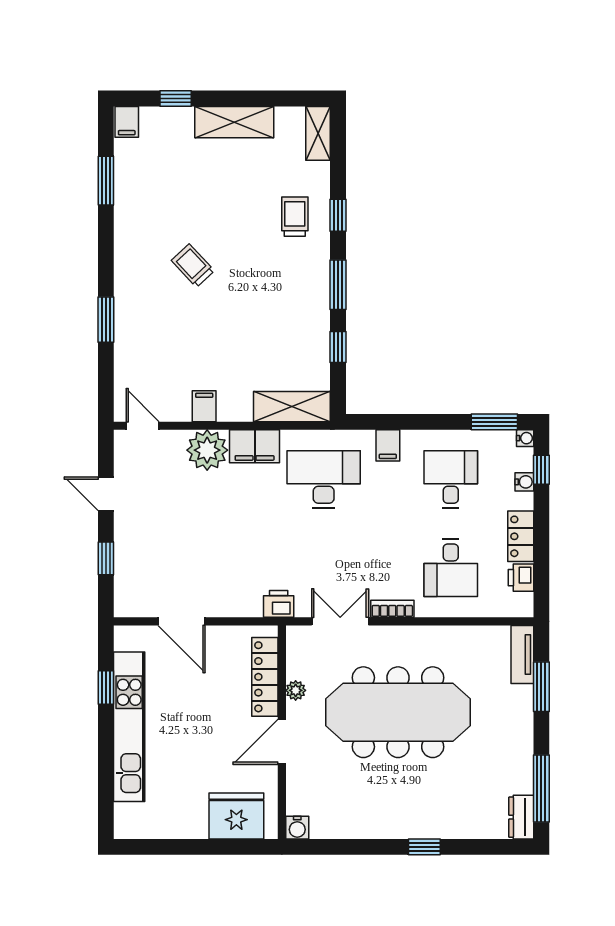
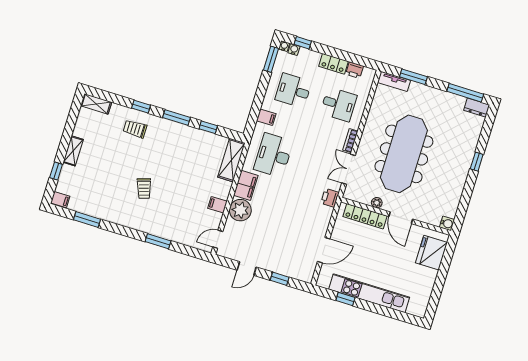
shelving: (234, 122) -> (73, 151), width x0.67, depth x0.75
trolley: (193, 266) -> (144, 188), turned -65
water cooler: (524, 482) -> (294, 50), moved

